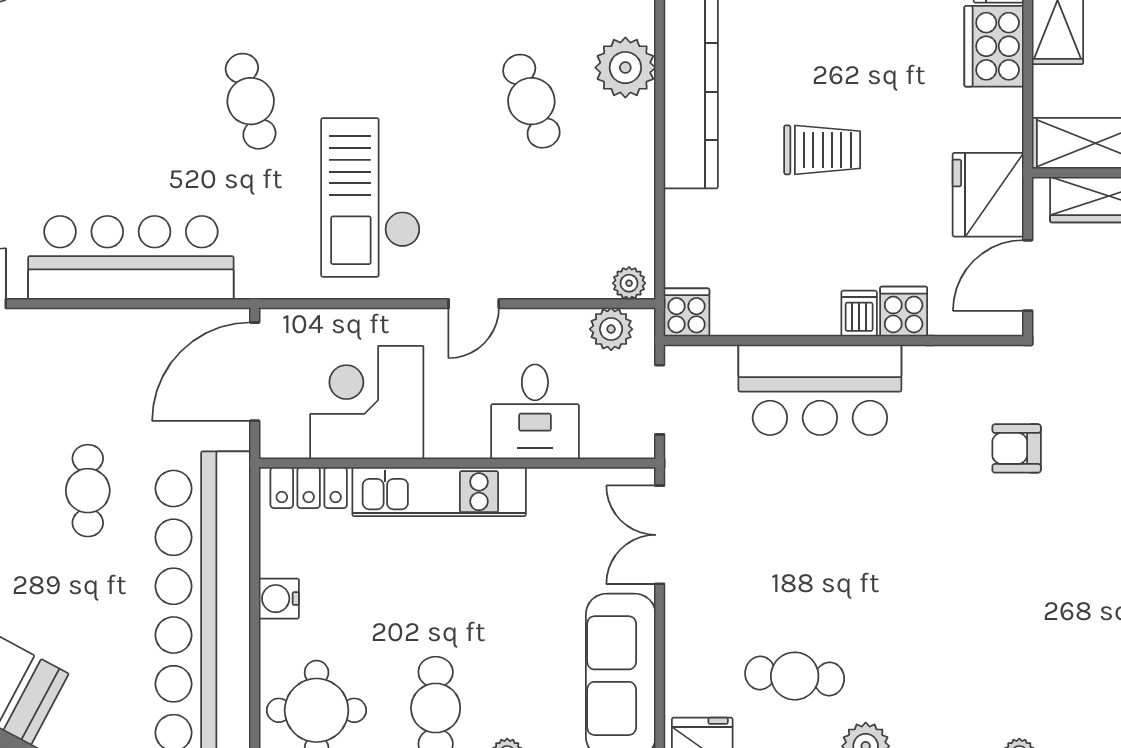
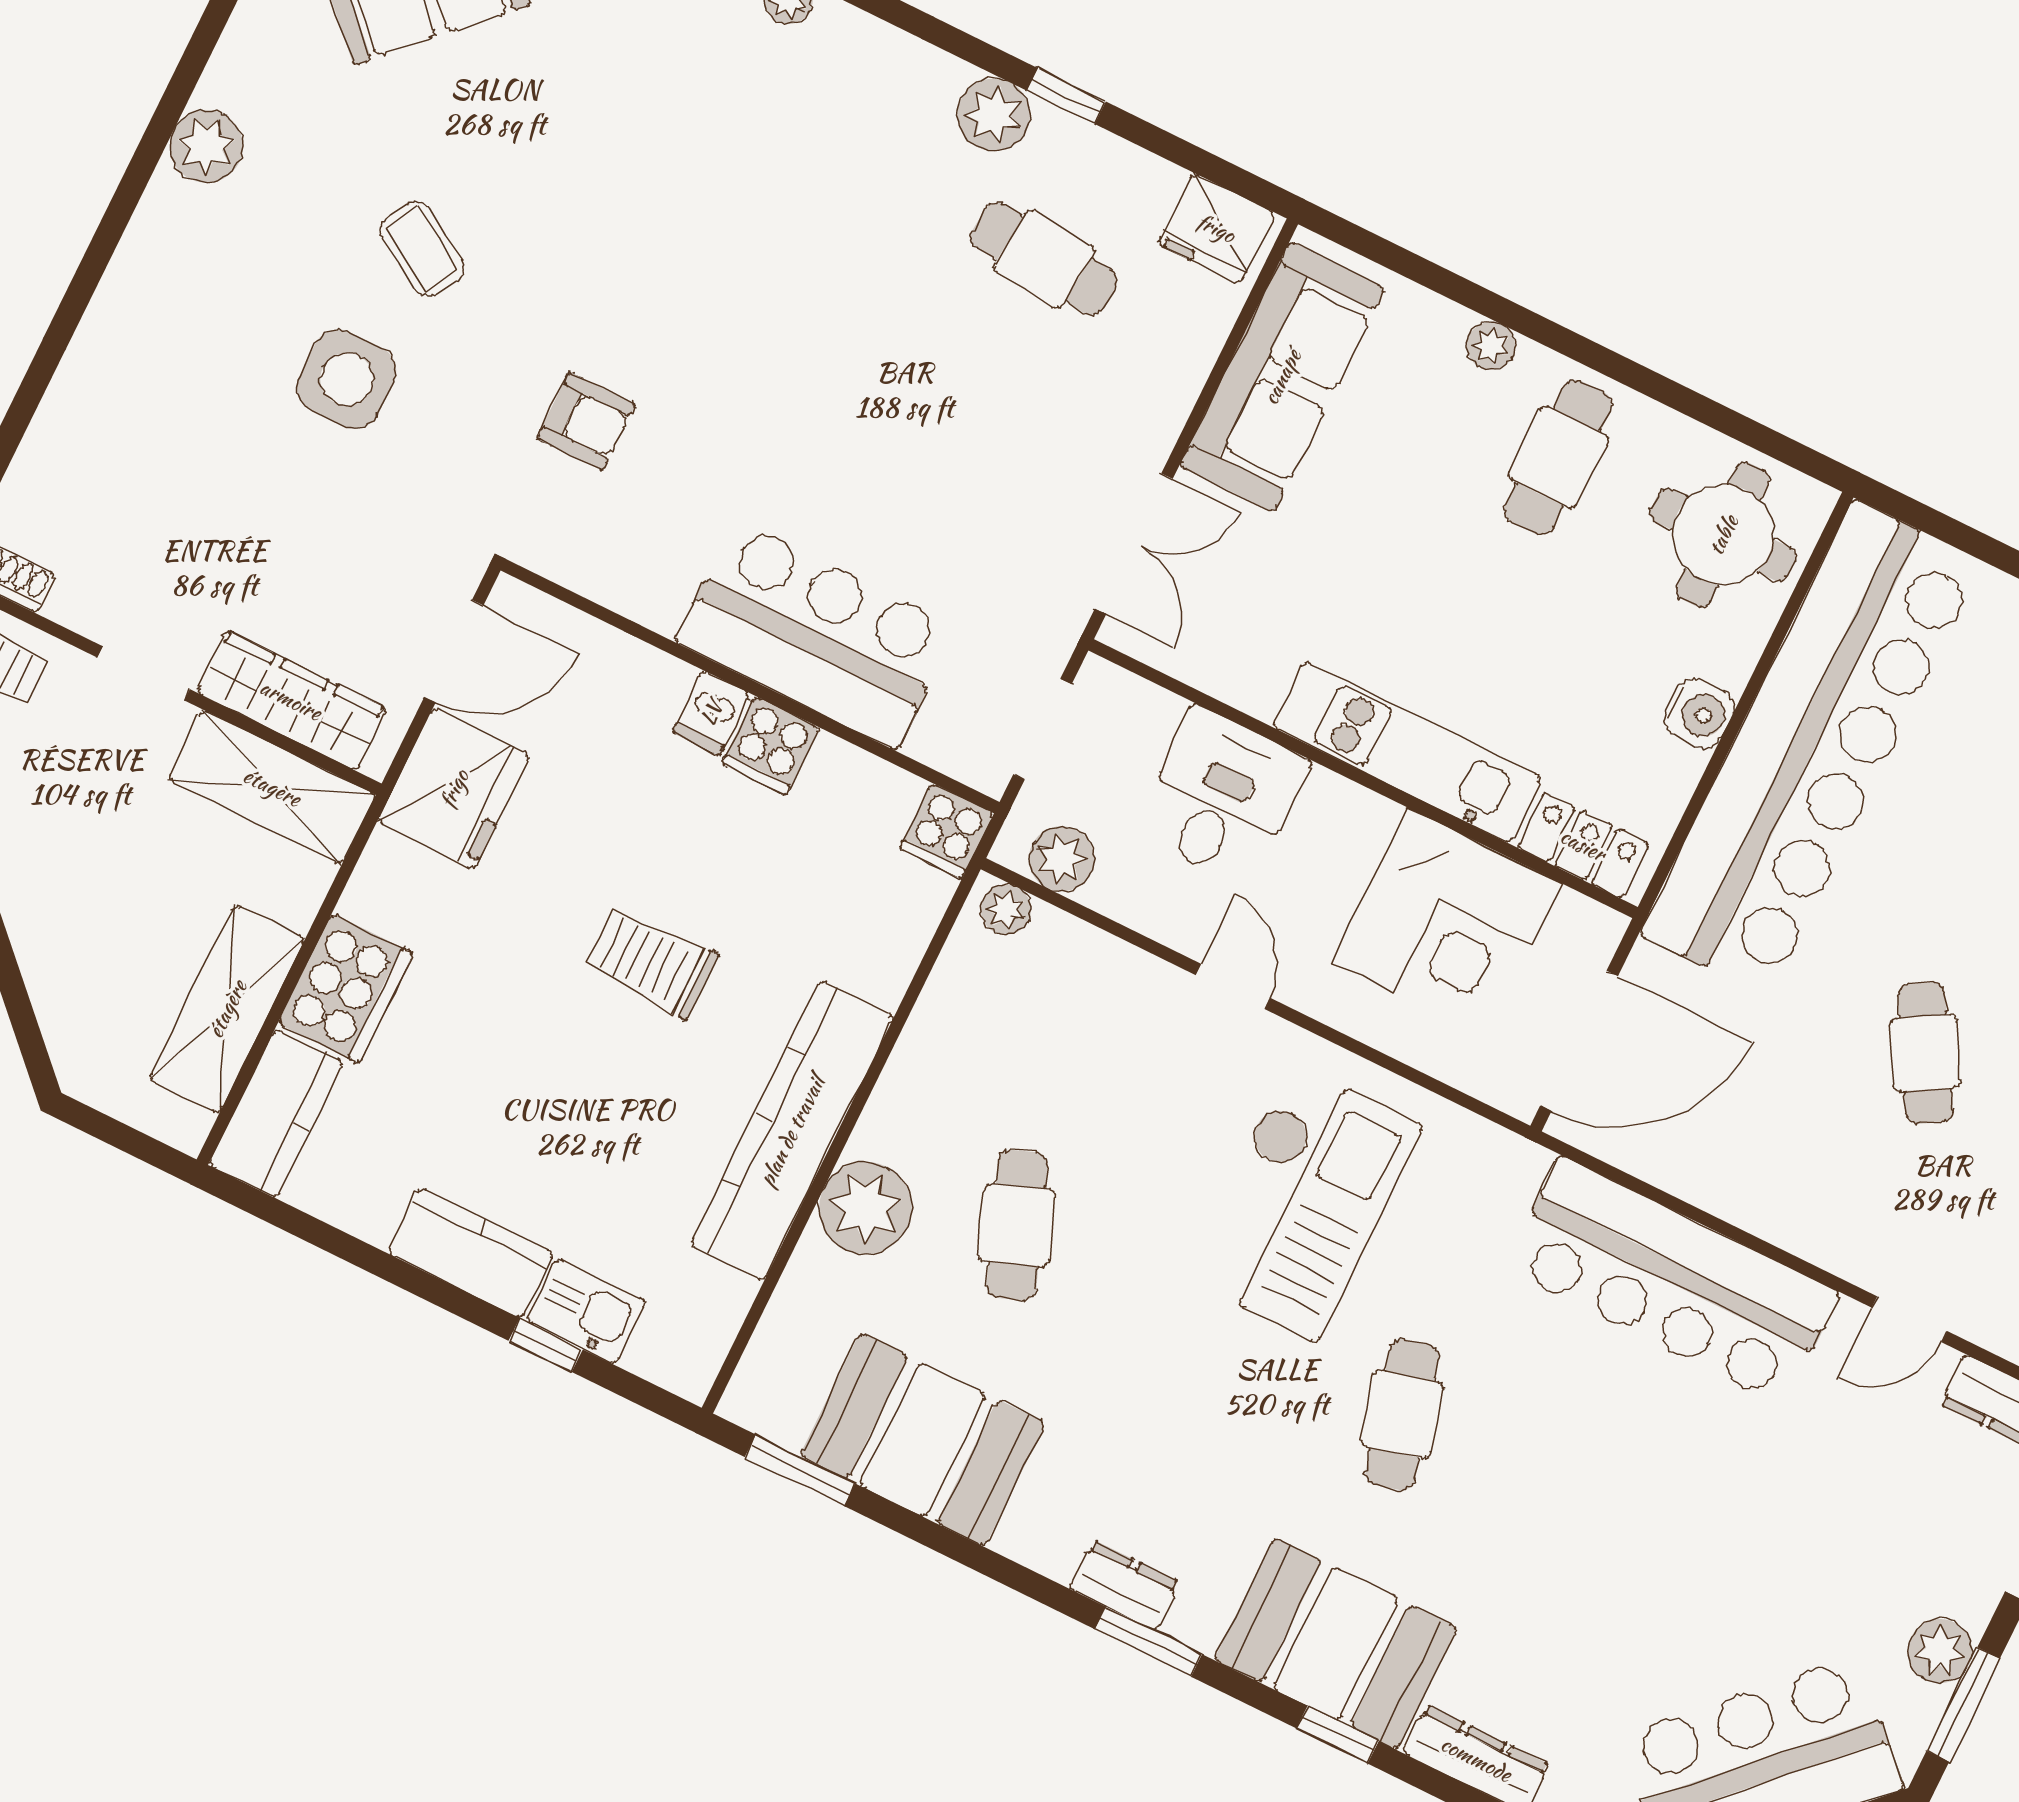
door: (474, 304) -> (1233, 986), hinge flipped
cooker: (904, 311) -> (771, 746), moved
cafe table: (88, 491) -> (1925, 1053), moved, turned -30

